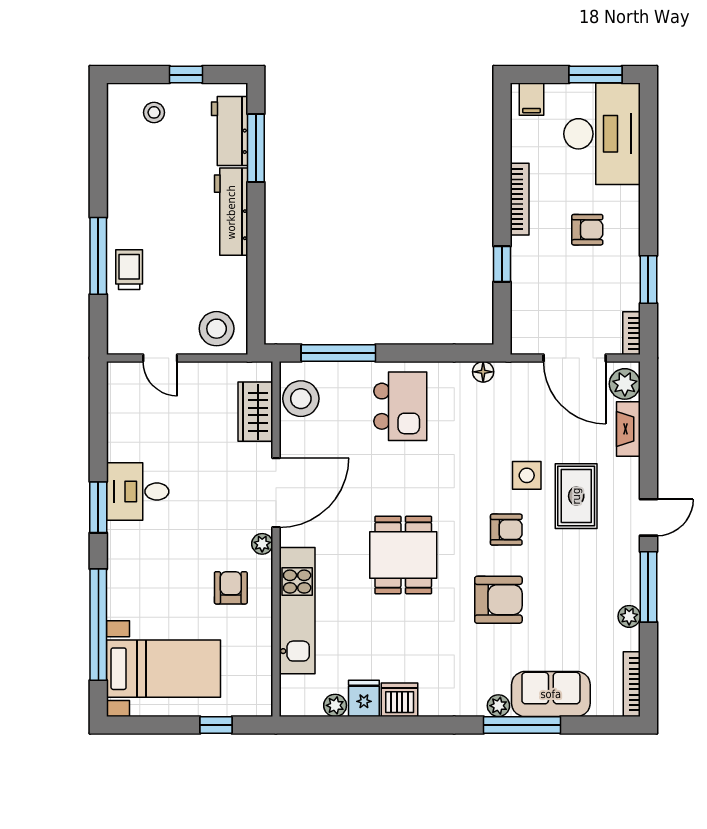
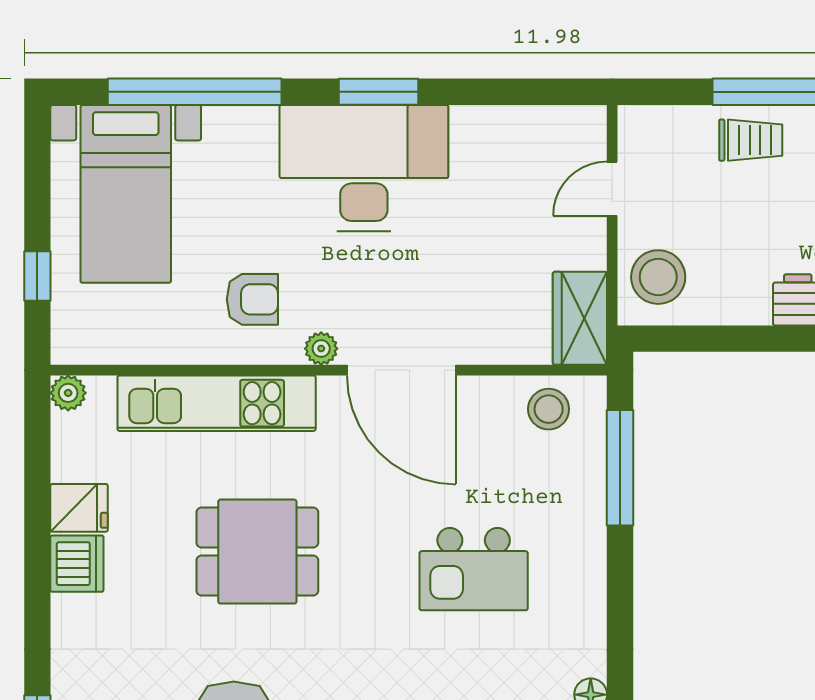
stool: (301, 399) -> (549, 409), width x0.73, depth x0.73
kitchen island: (400, 406) -> (474, 569), moved
wardrobe: (255, 412) -> (580, 318), moved, turned -90
desk: (138, 491) -> (364, 168), width x1.87, depth x1.30
dining table: (403, 555) -> (257, 552), moved
plant: (335, 705) -> (68, 393), moved

